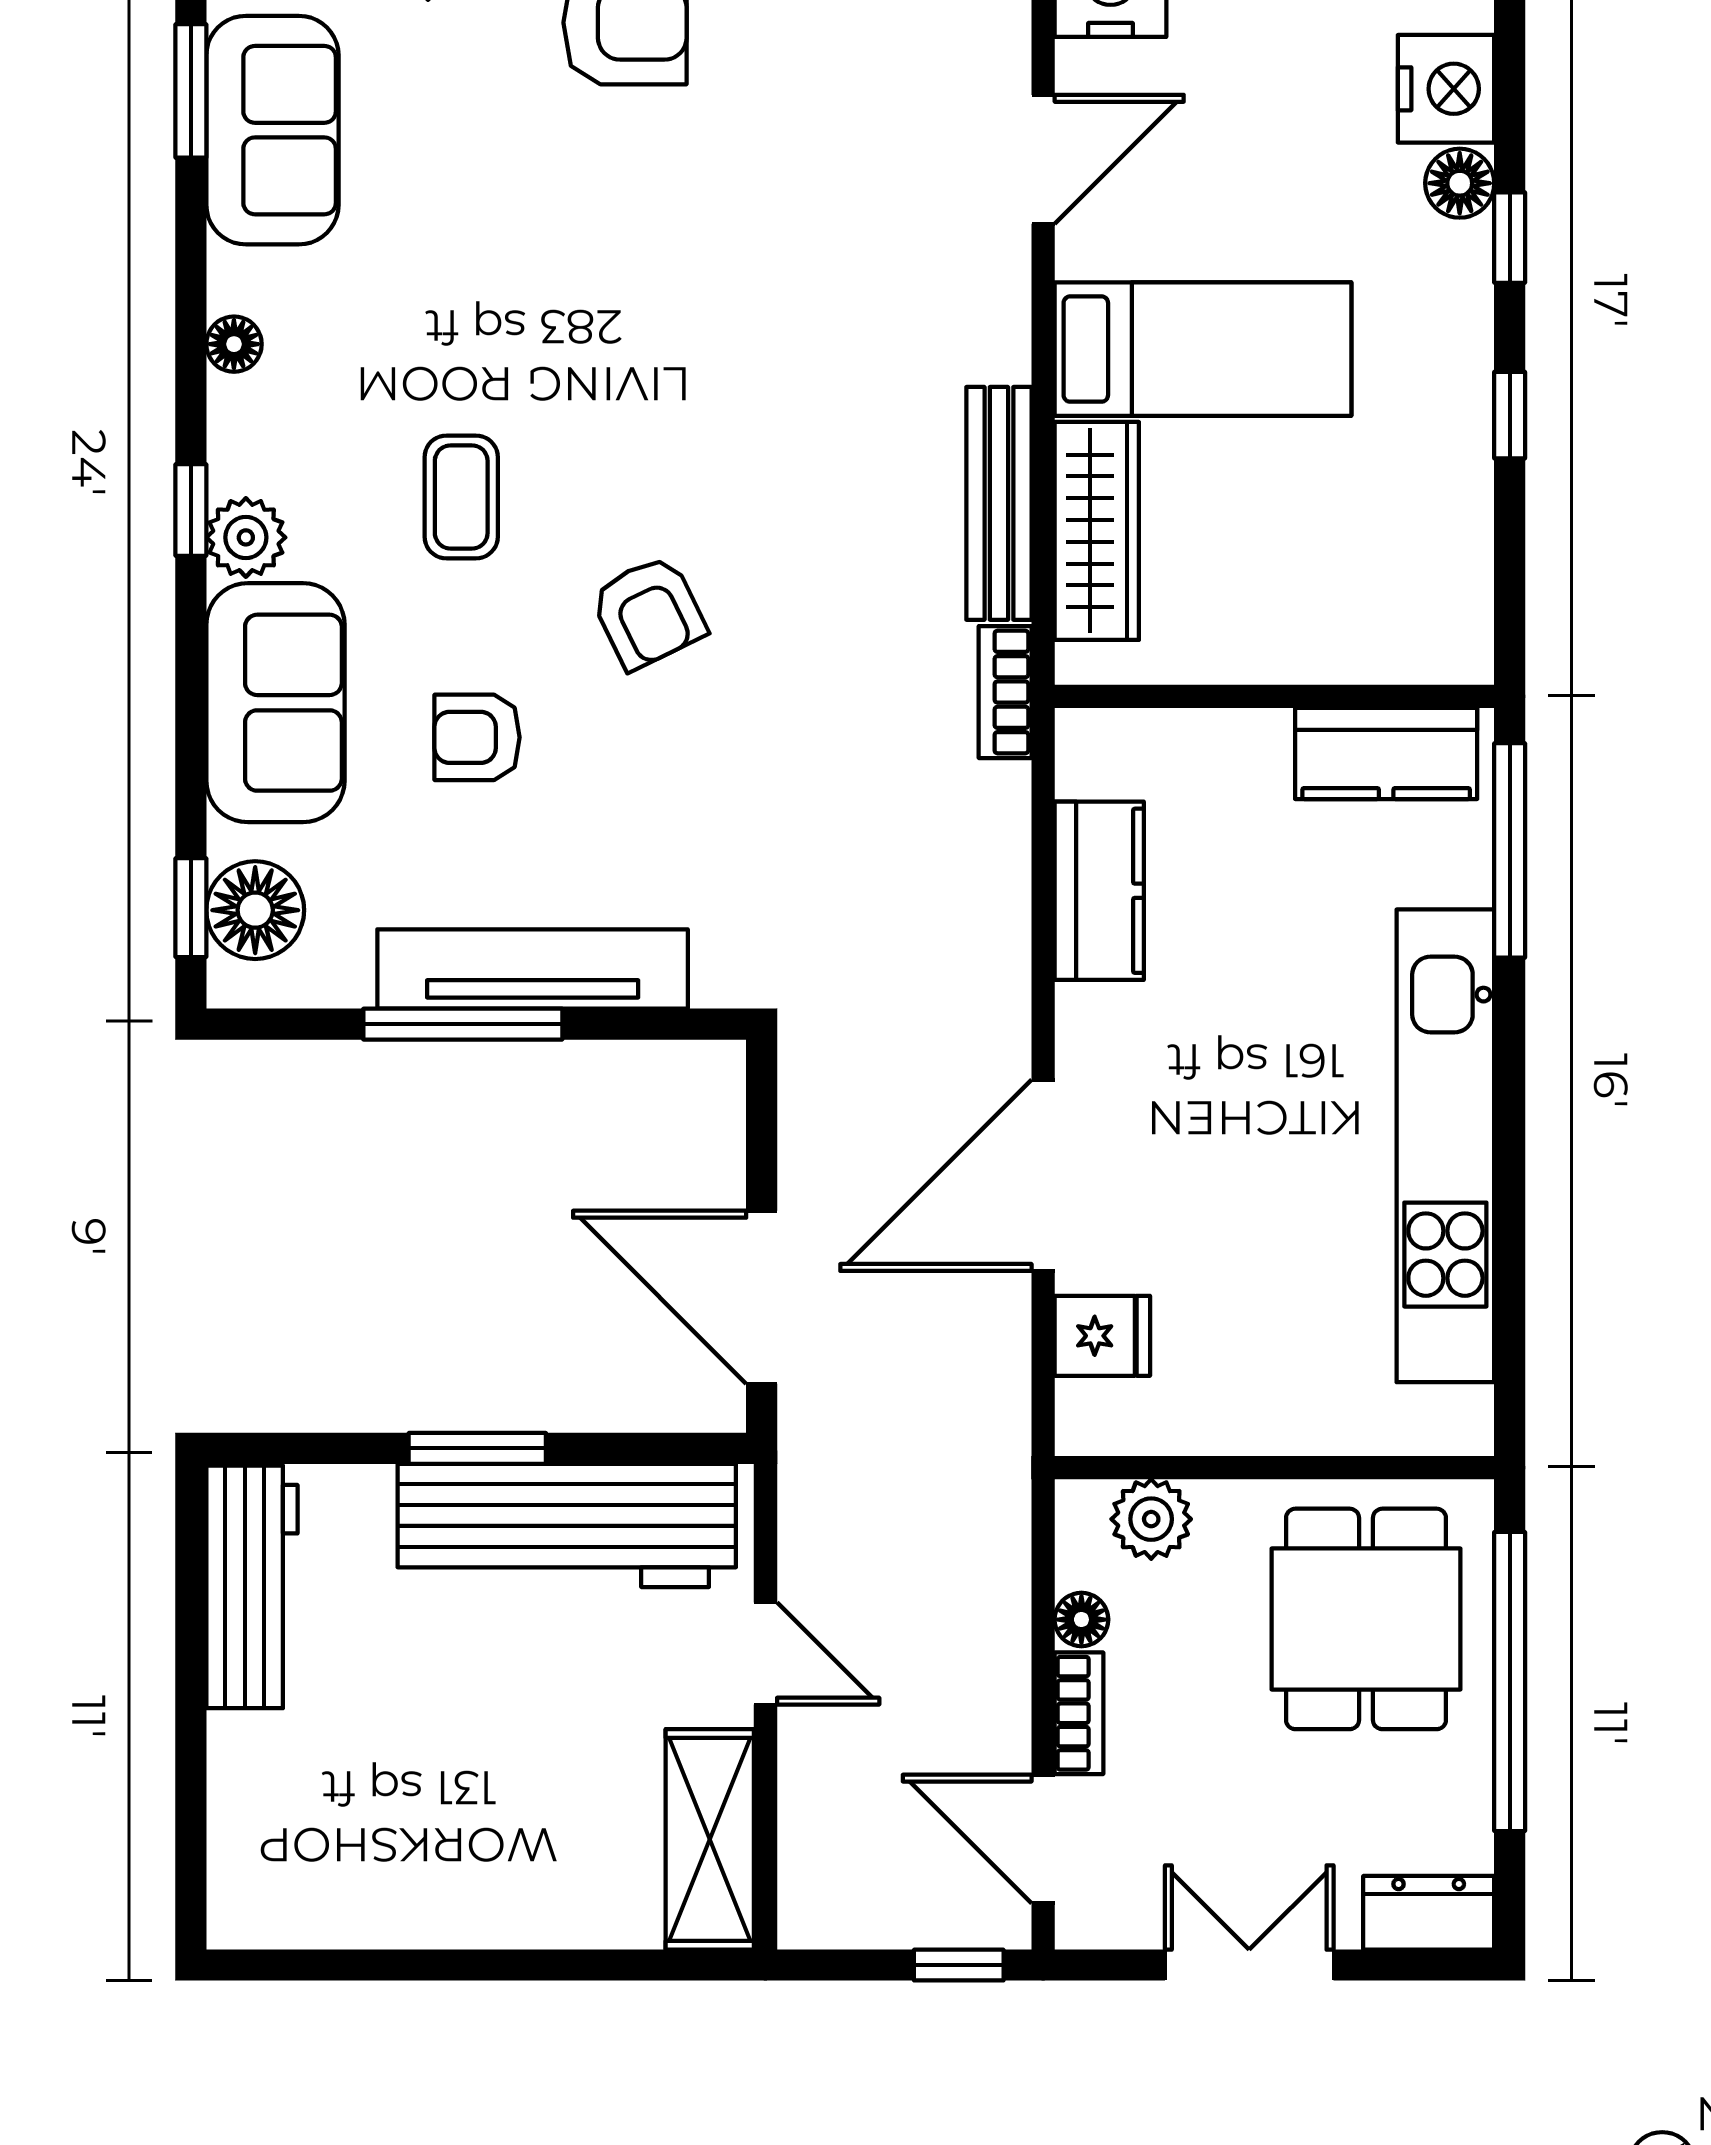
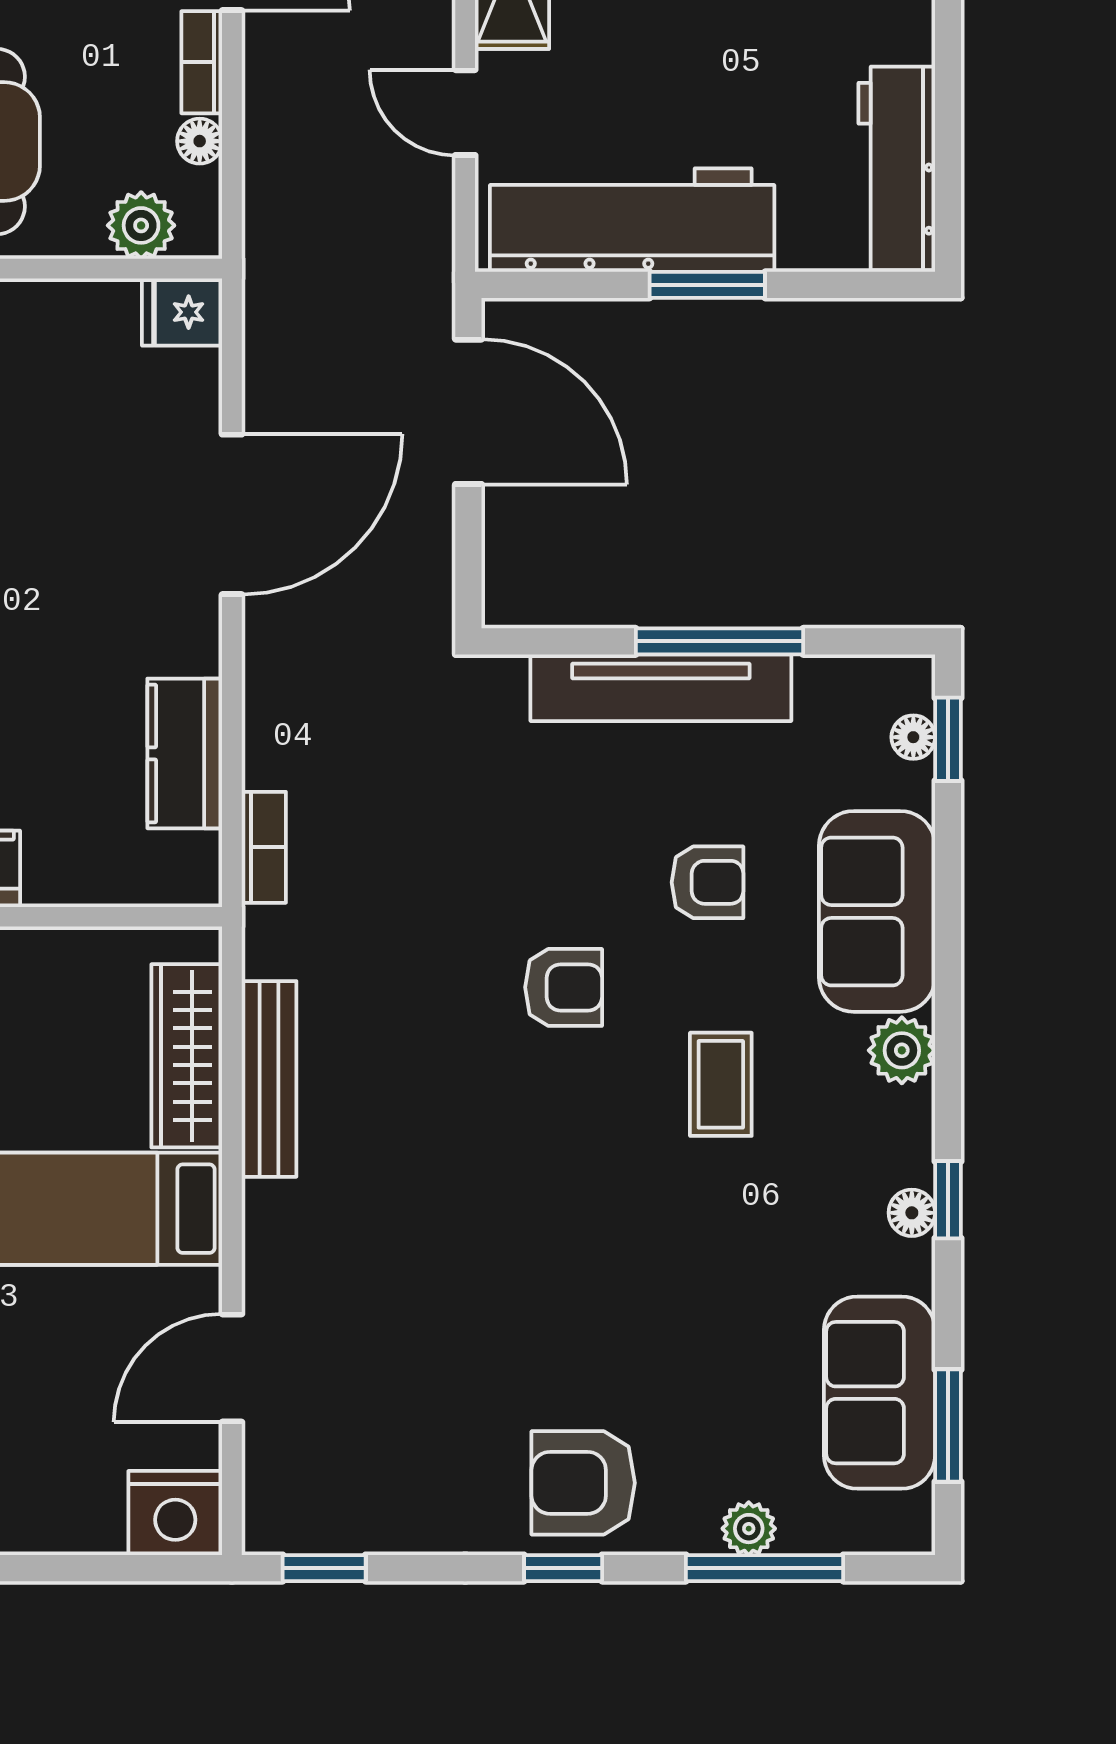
window: (191, 510) -> (948, 1200), moved
armchair: (648, 612) -> (564, 987), turned 116
bookcase: (1005, 692) -> (264, 847), moved
floor lamp: (255, 910) -> (913, 737), width x0.53, depth x0.53
fridge: (1102, 1336) -> (182, 312), moved

